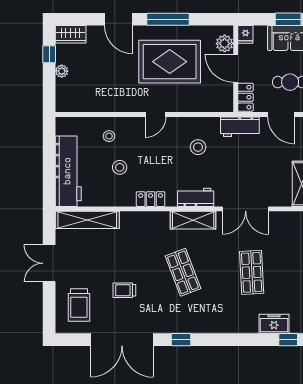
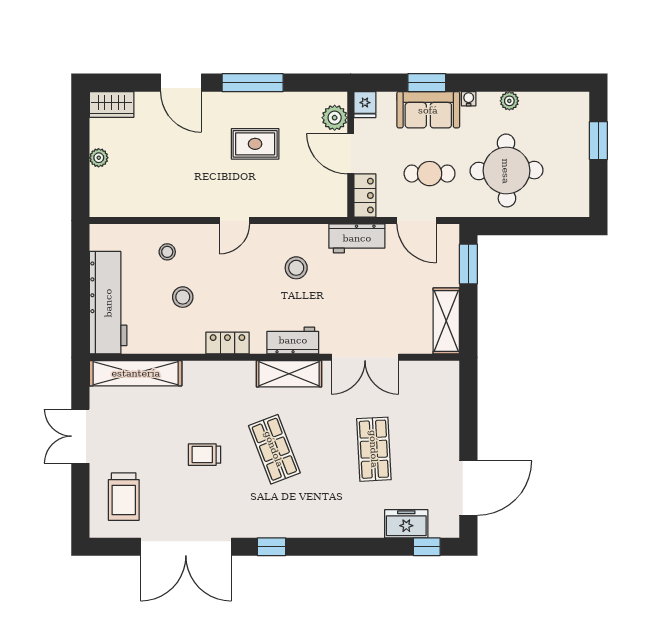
window: (49, 54) -> (80, 133), removed
rug: (170, 62) -> (255, 144), width x0.54, depth x0.49
trolley: (124, 290) -> (205, 455), moved

